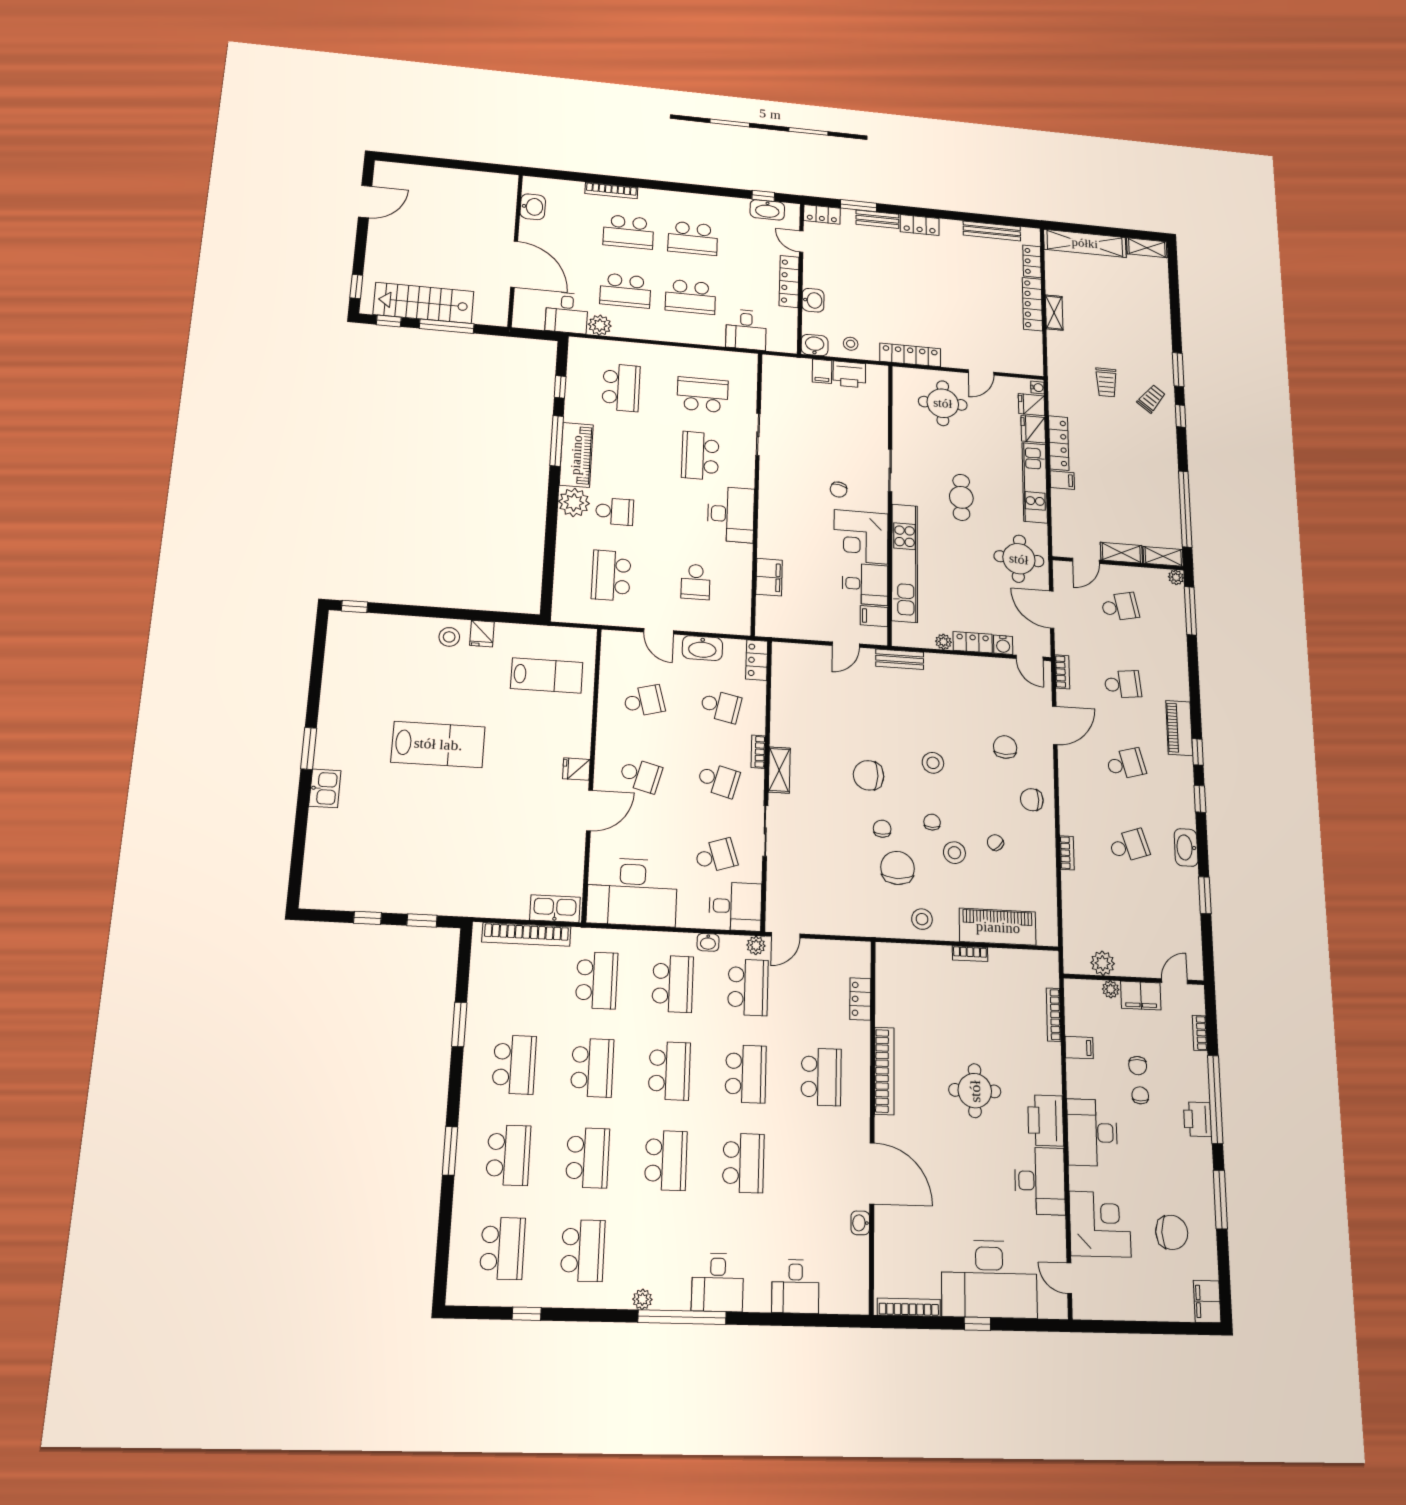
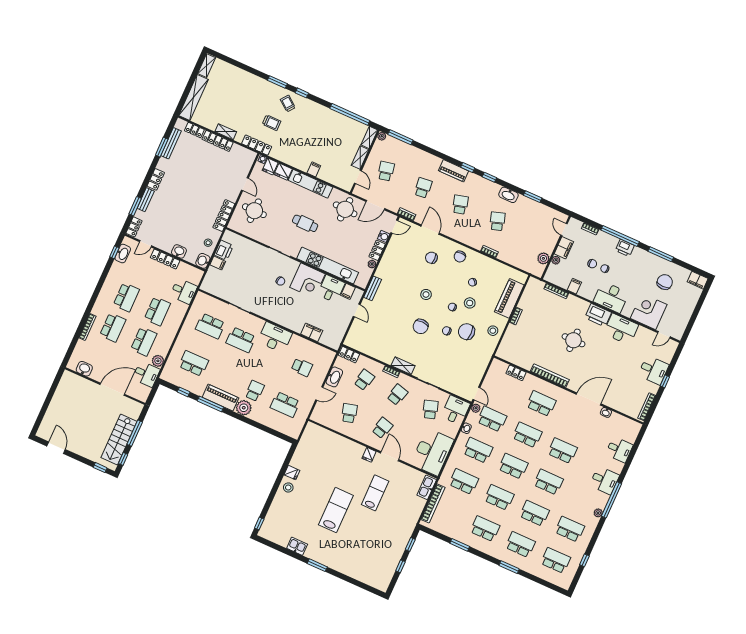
window: (978, 218) -> (162, 147), added
school desk: (703, 395) -> (210, 326), turned -90
locker: (1059, 443) -> (257, 145), moved
lab bench: (547, 675) -> (375, 493), moved
kitchen sink: (325, 788) -> (297, 546), moved
desk: (989, 1279) -> (653, 370), width x0.53, depth x0.77

